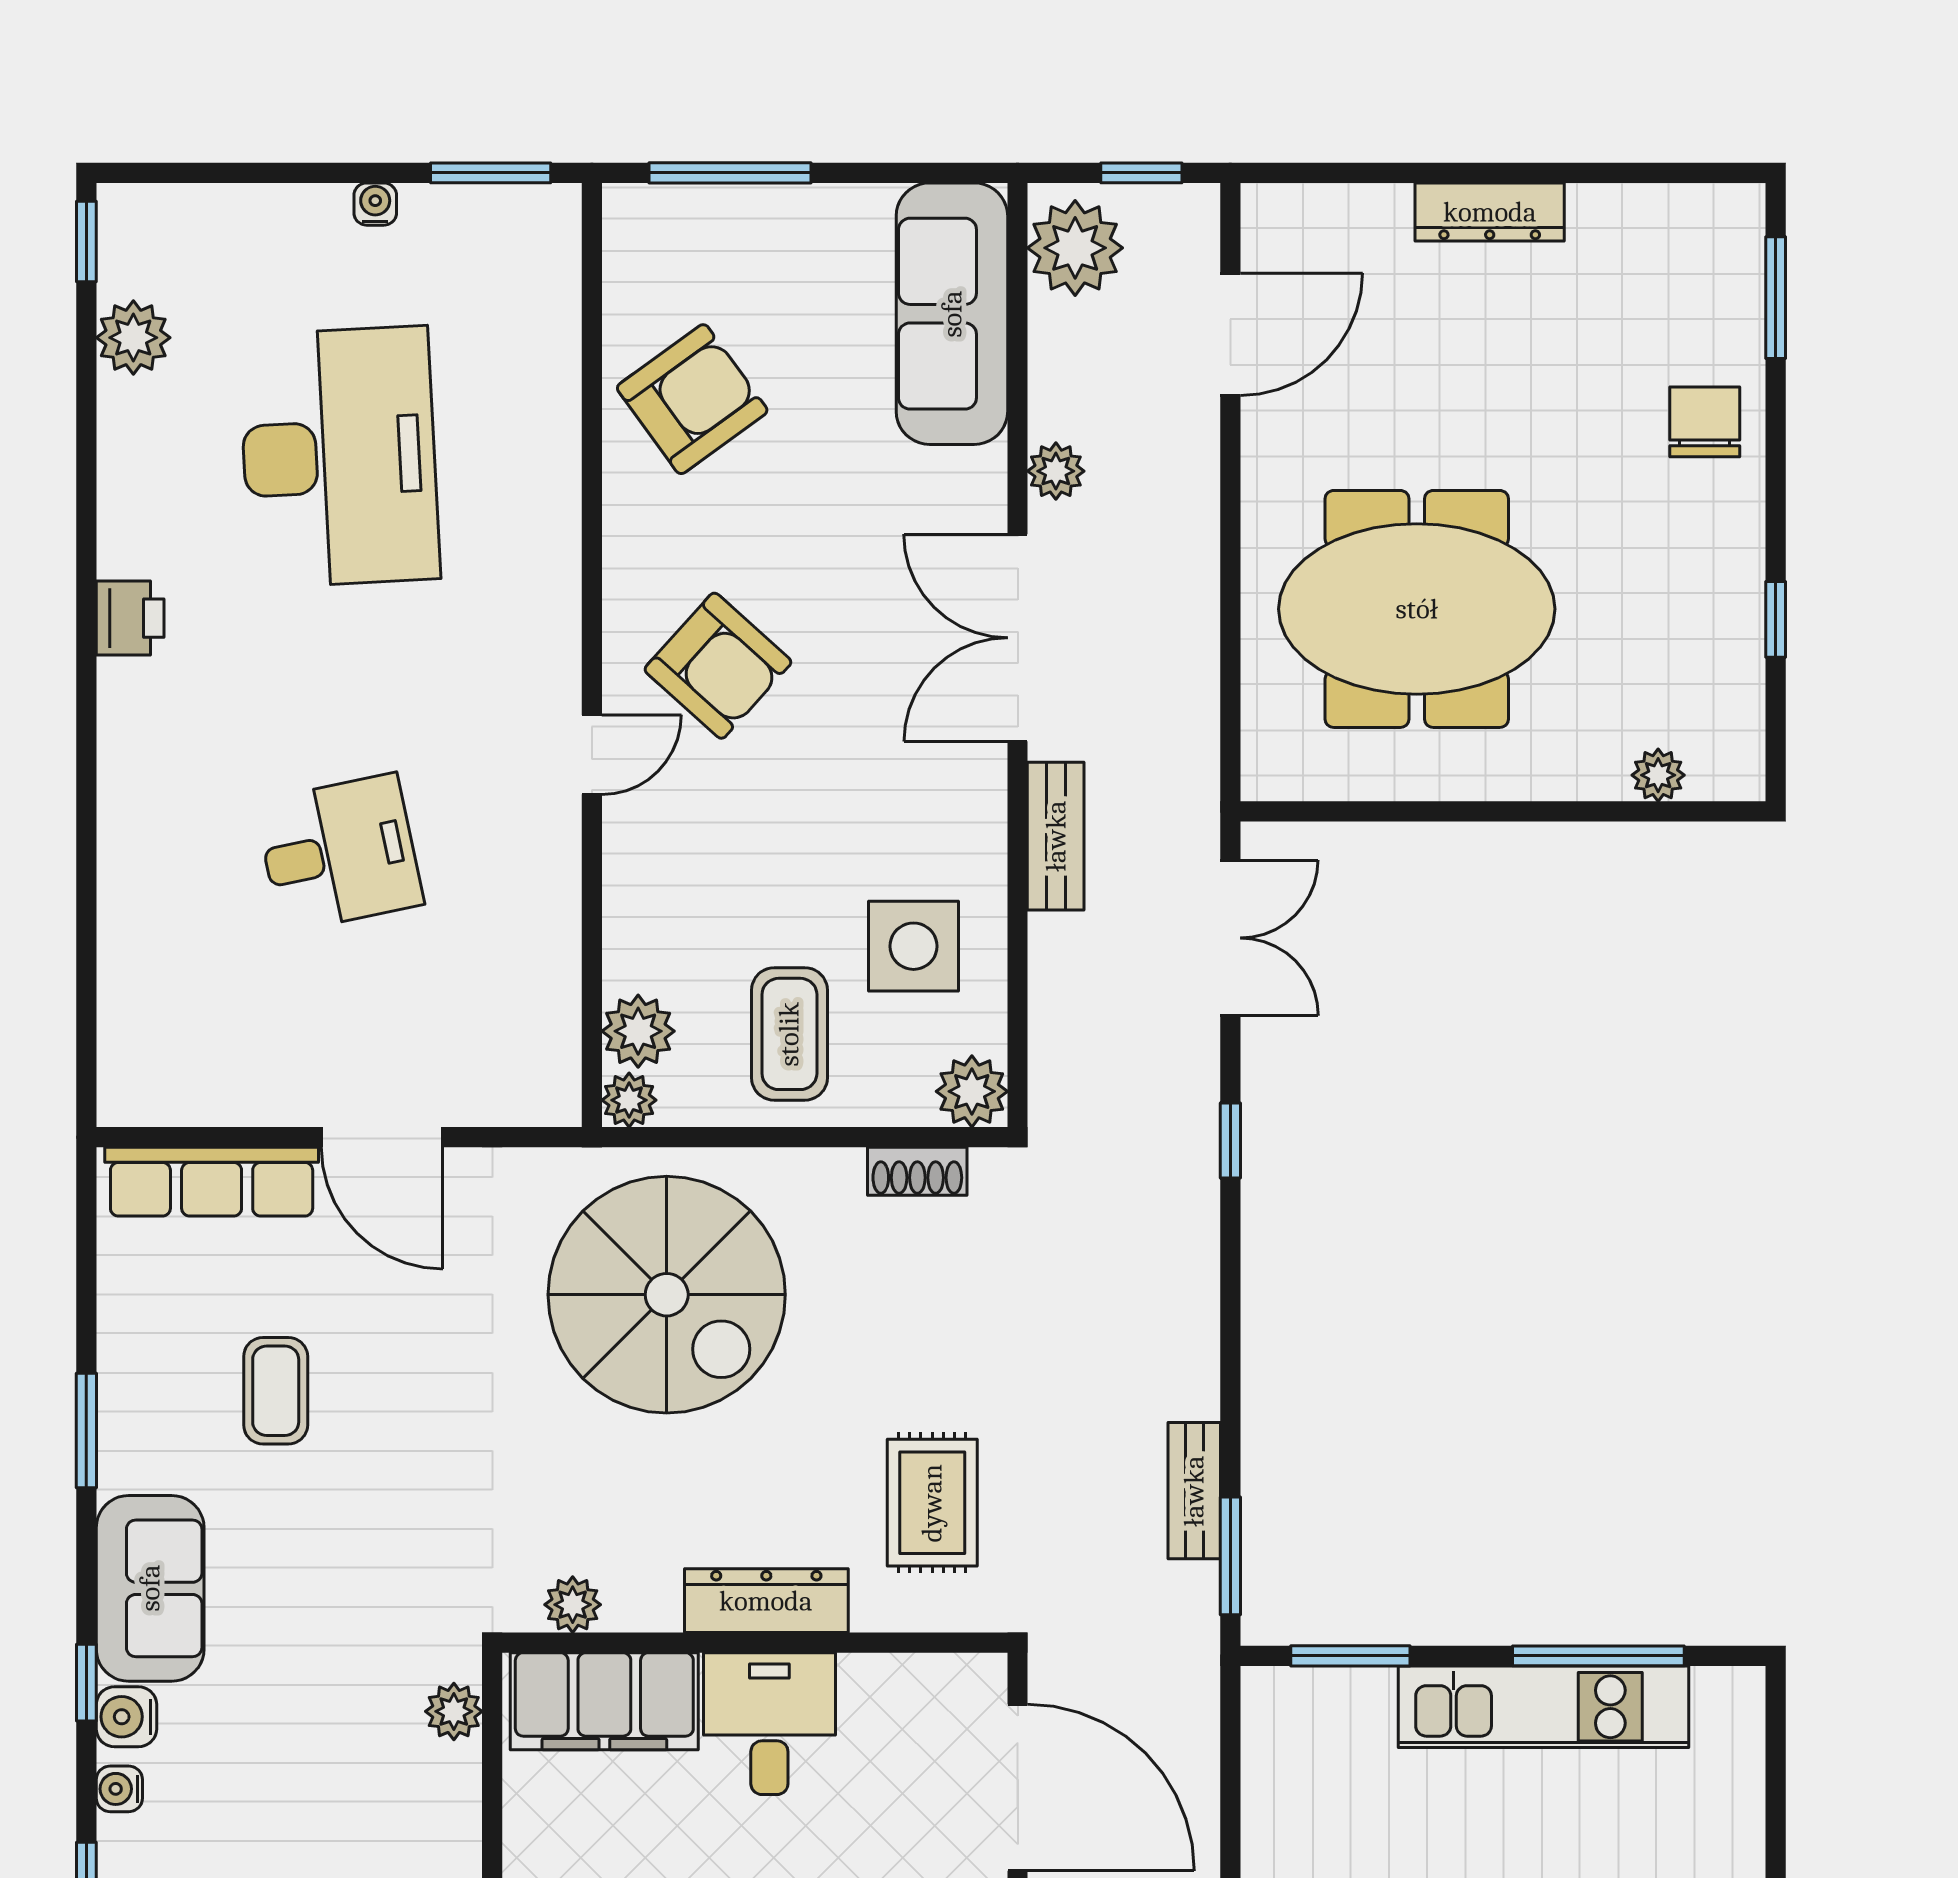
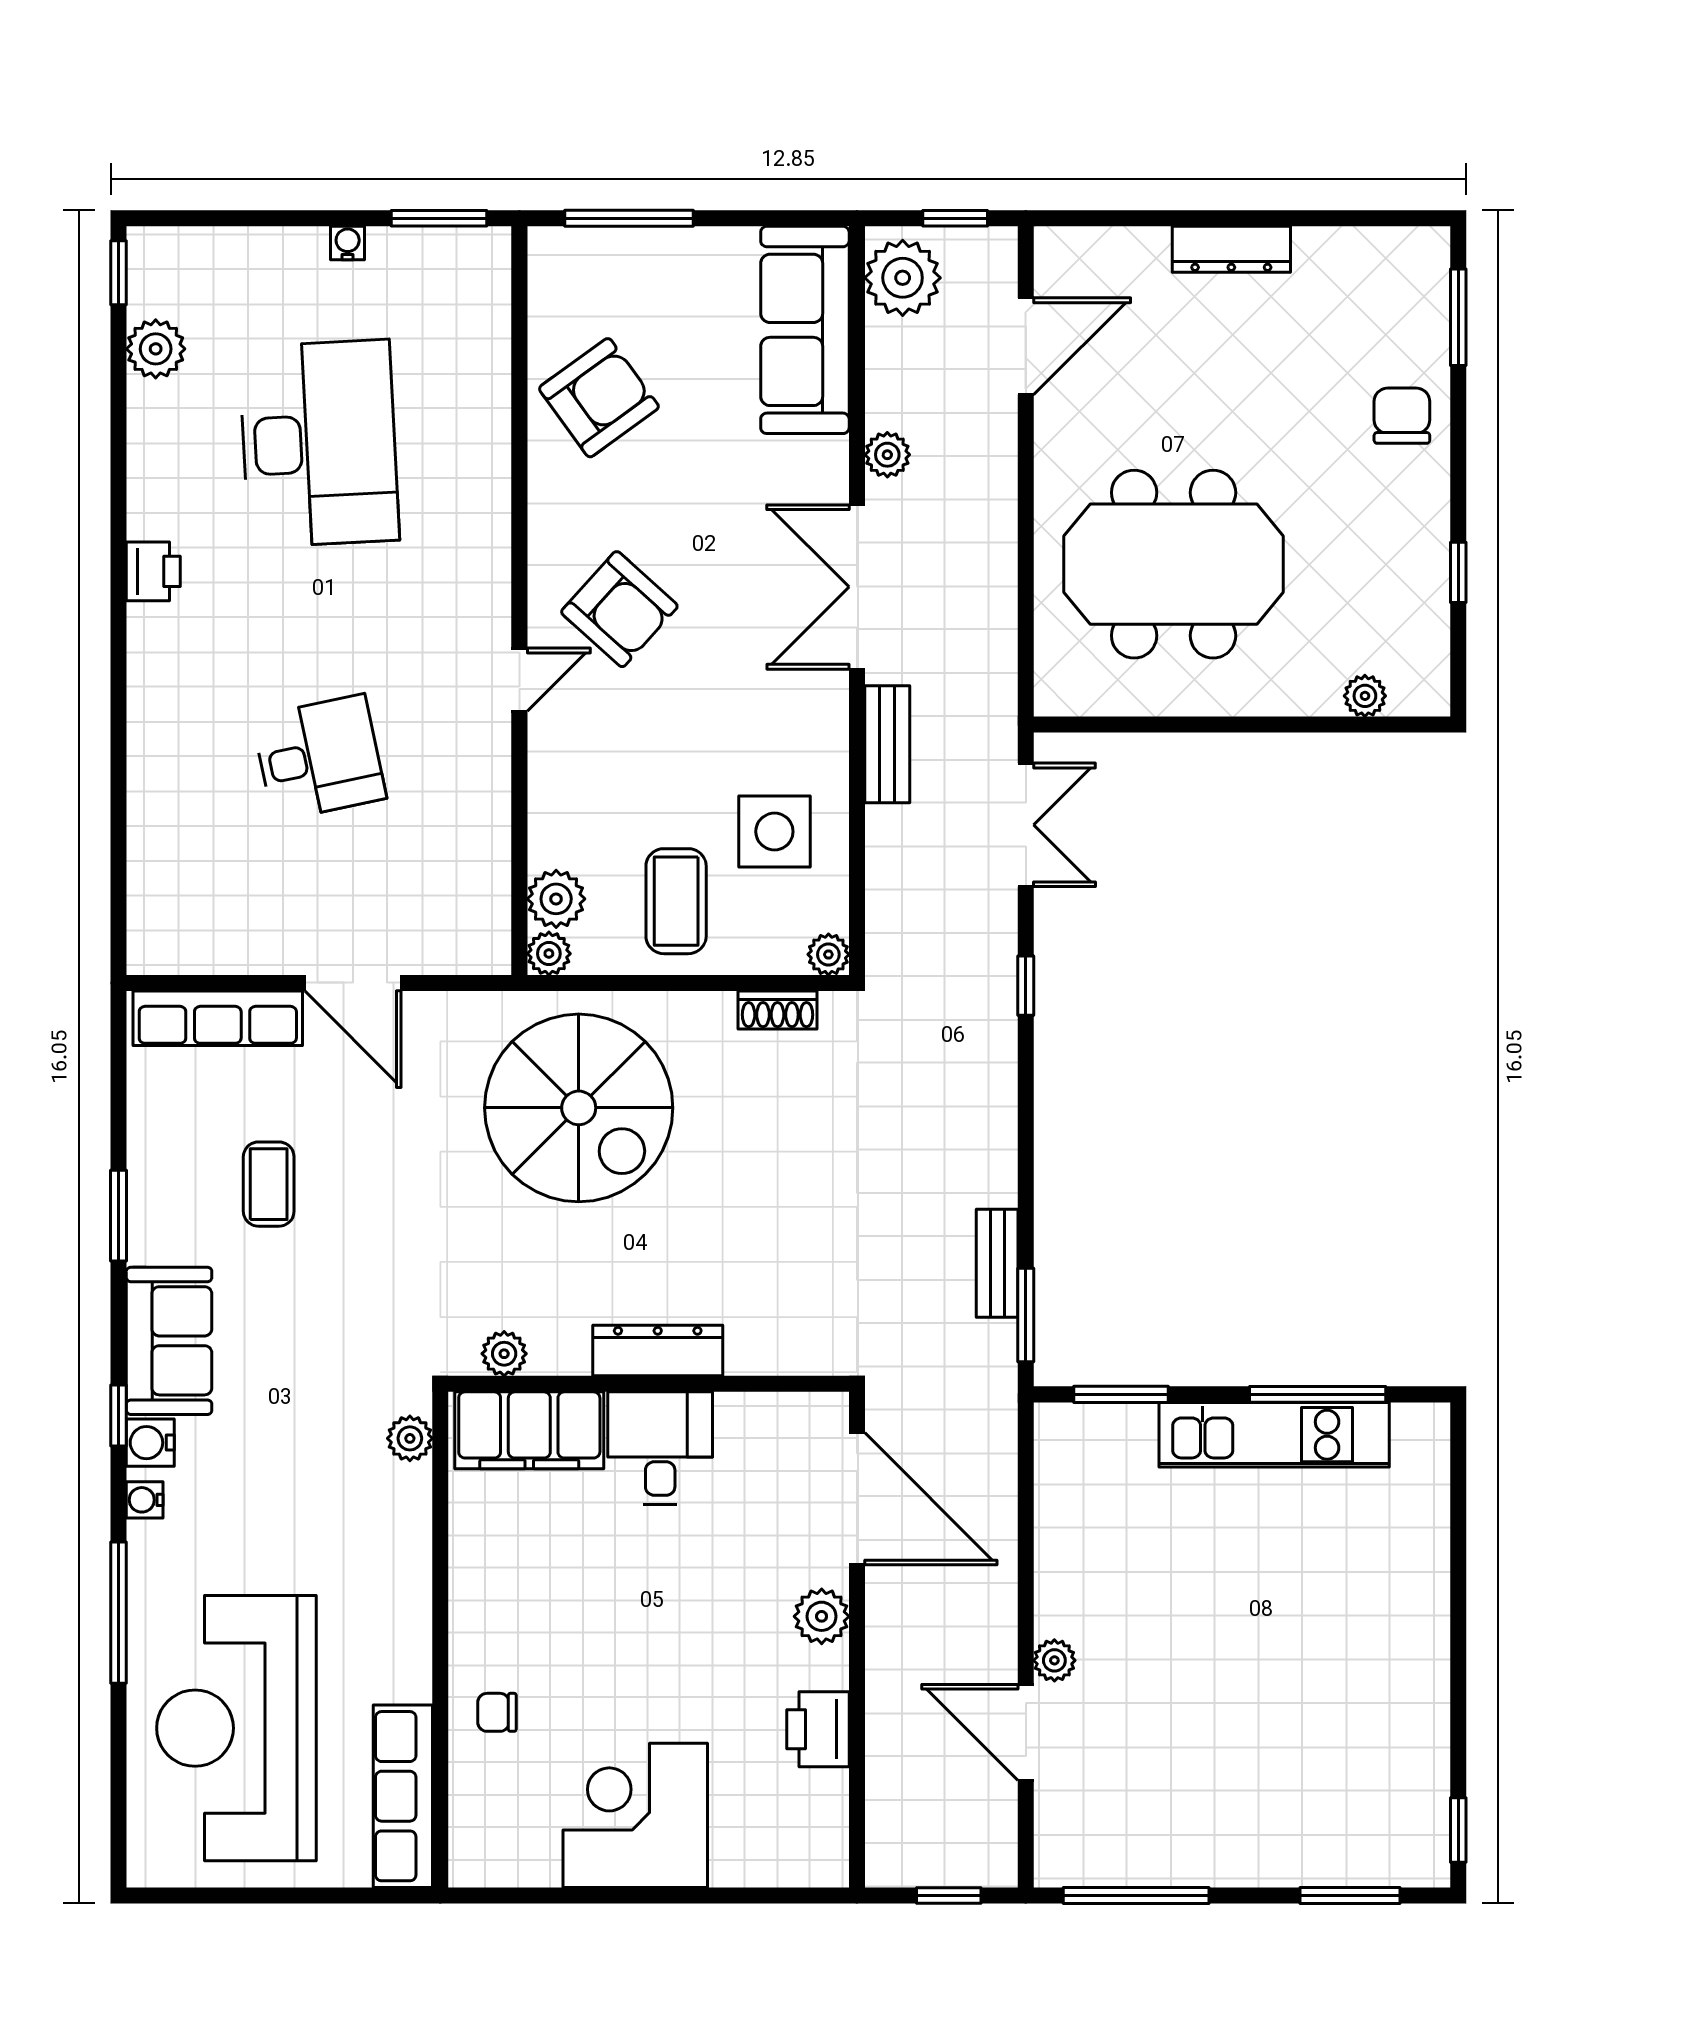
plant: (972, 1091) -> (828, 954), width x0.73, depth x0.73
rug: (932, 1503) -> (789, 1273), removed

